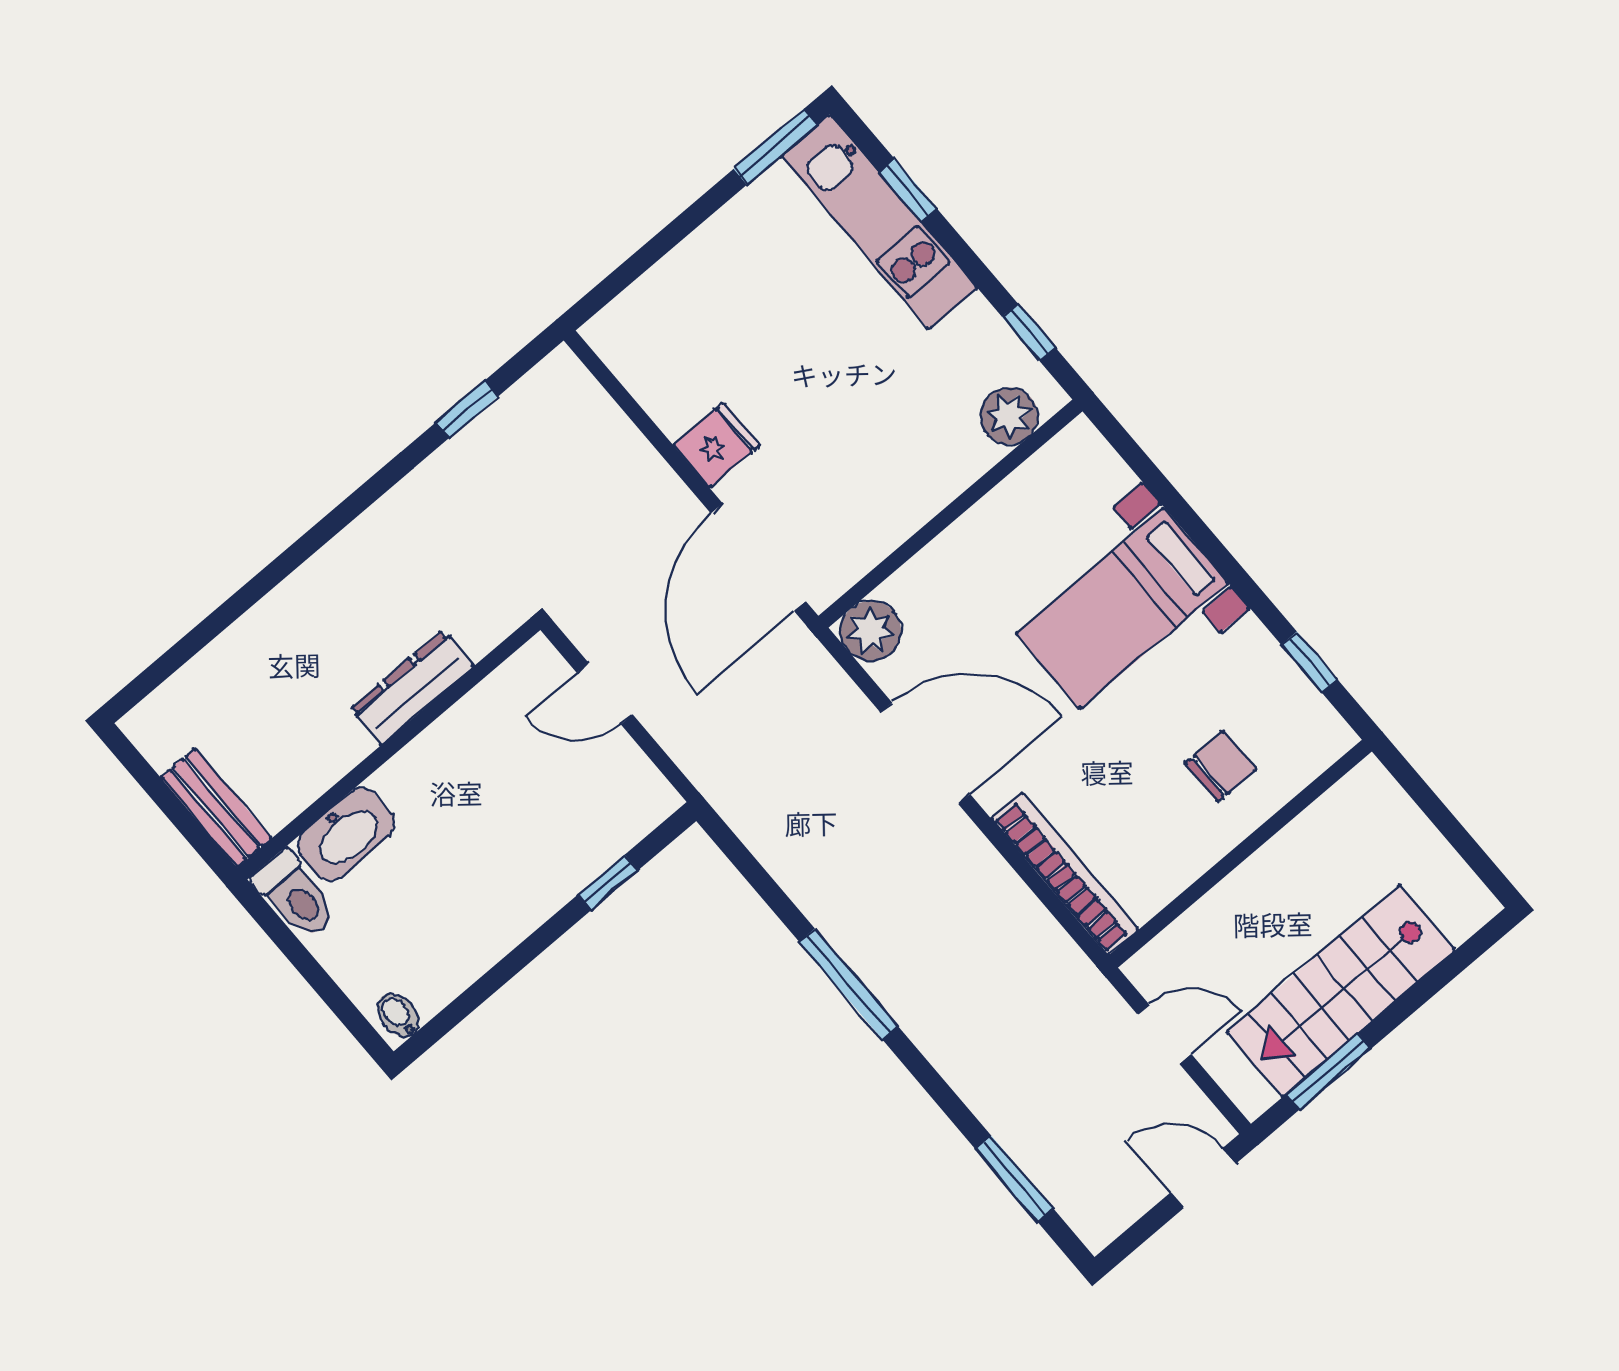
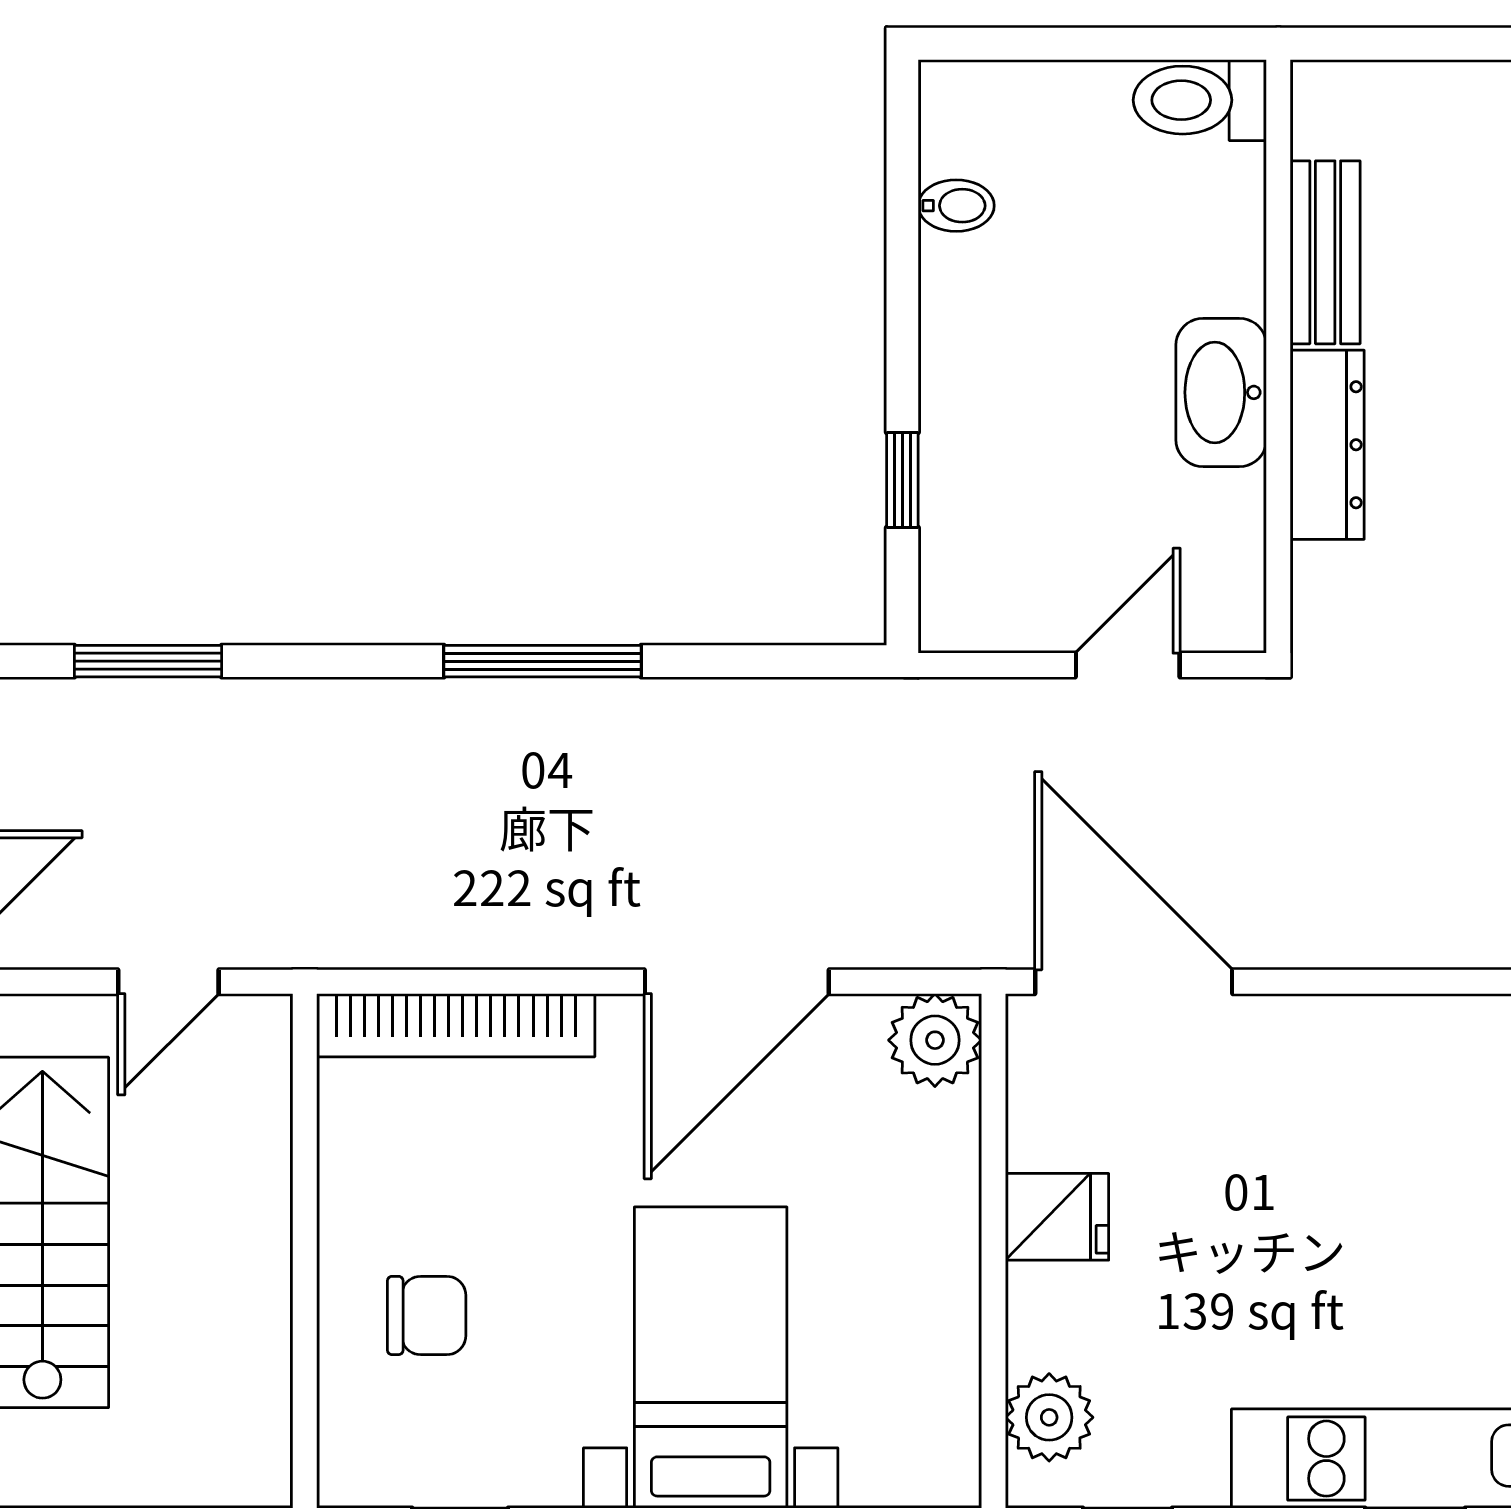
fridge: (717, 445) -> (1057, 1217), moved, turned -90
chair: (1221, 766) -> (427, 1315), turned -90
bench: (216, 808) -> (1325, 252), moved, turned 90
washbasin: (346, 834) -> (1221, 392), moved
bidet: (398, 1015) -> (956, 206), moved

